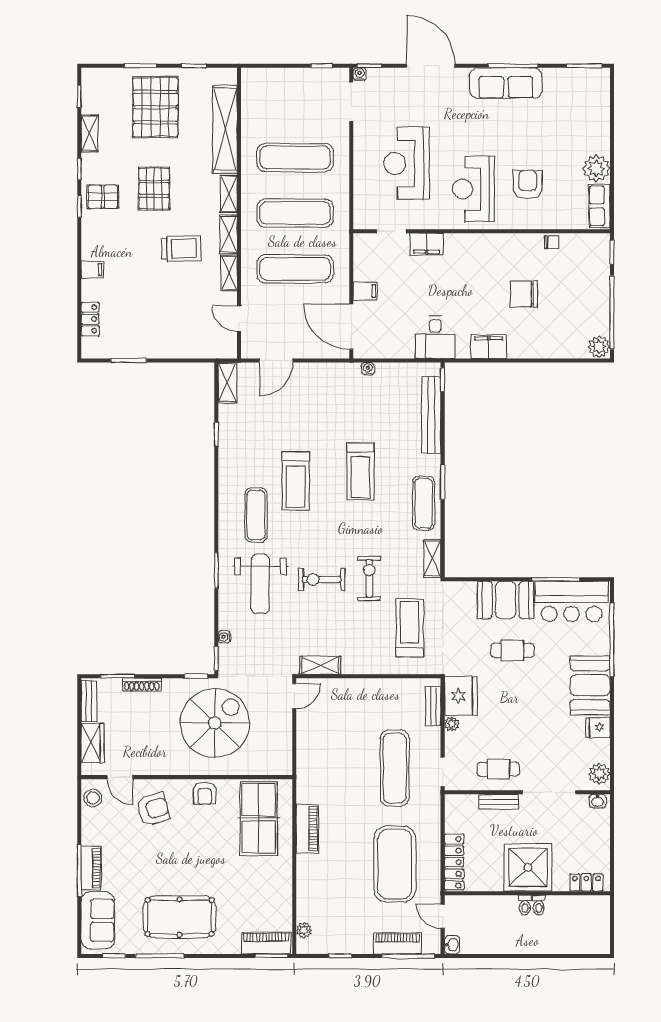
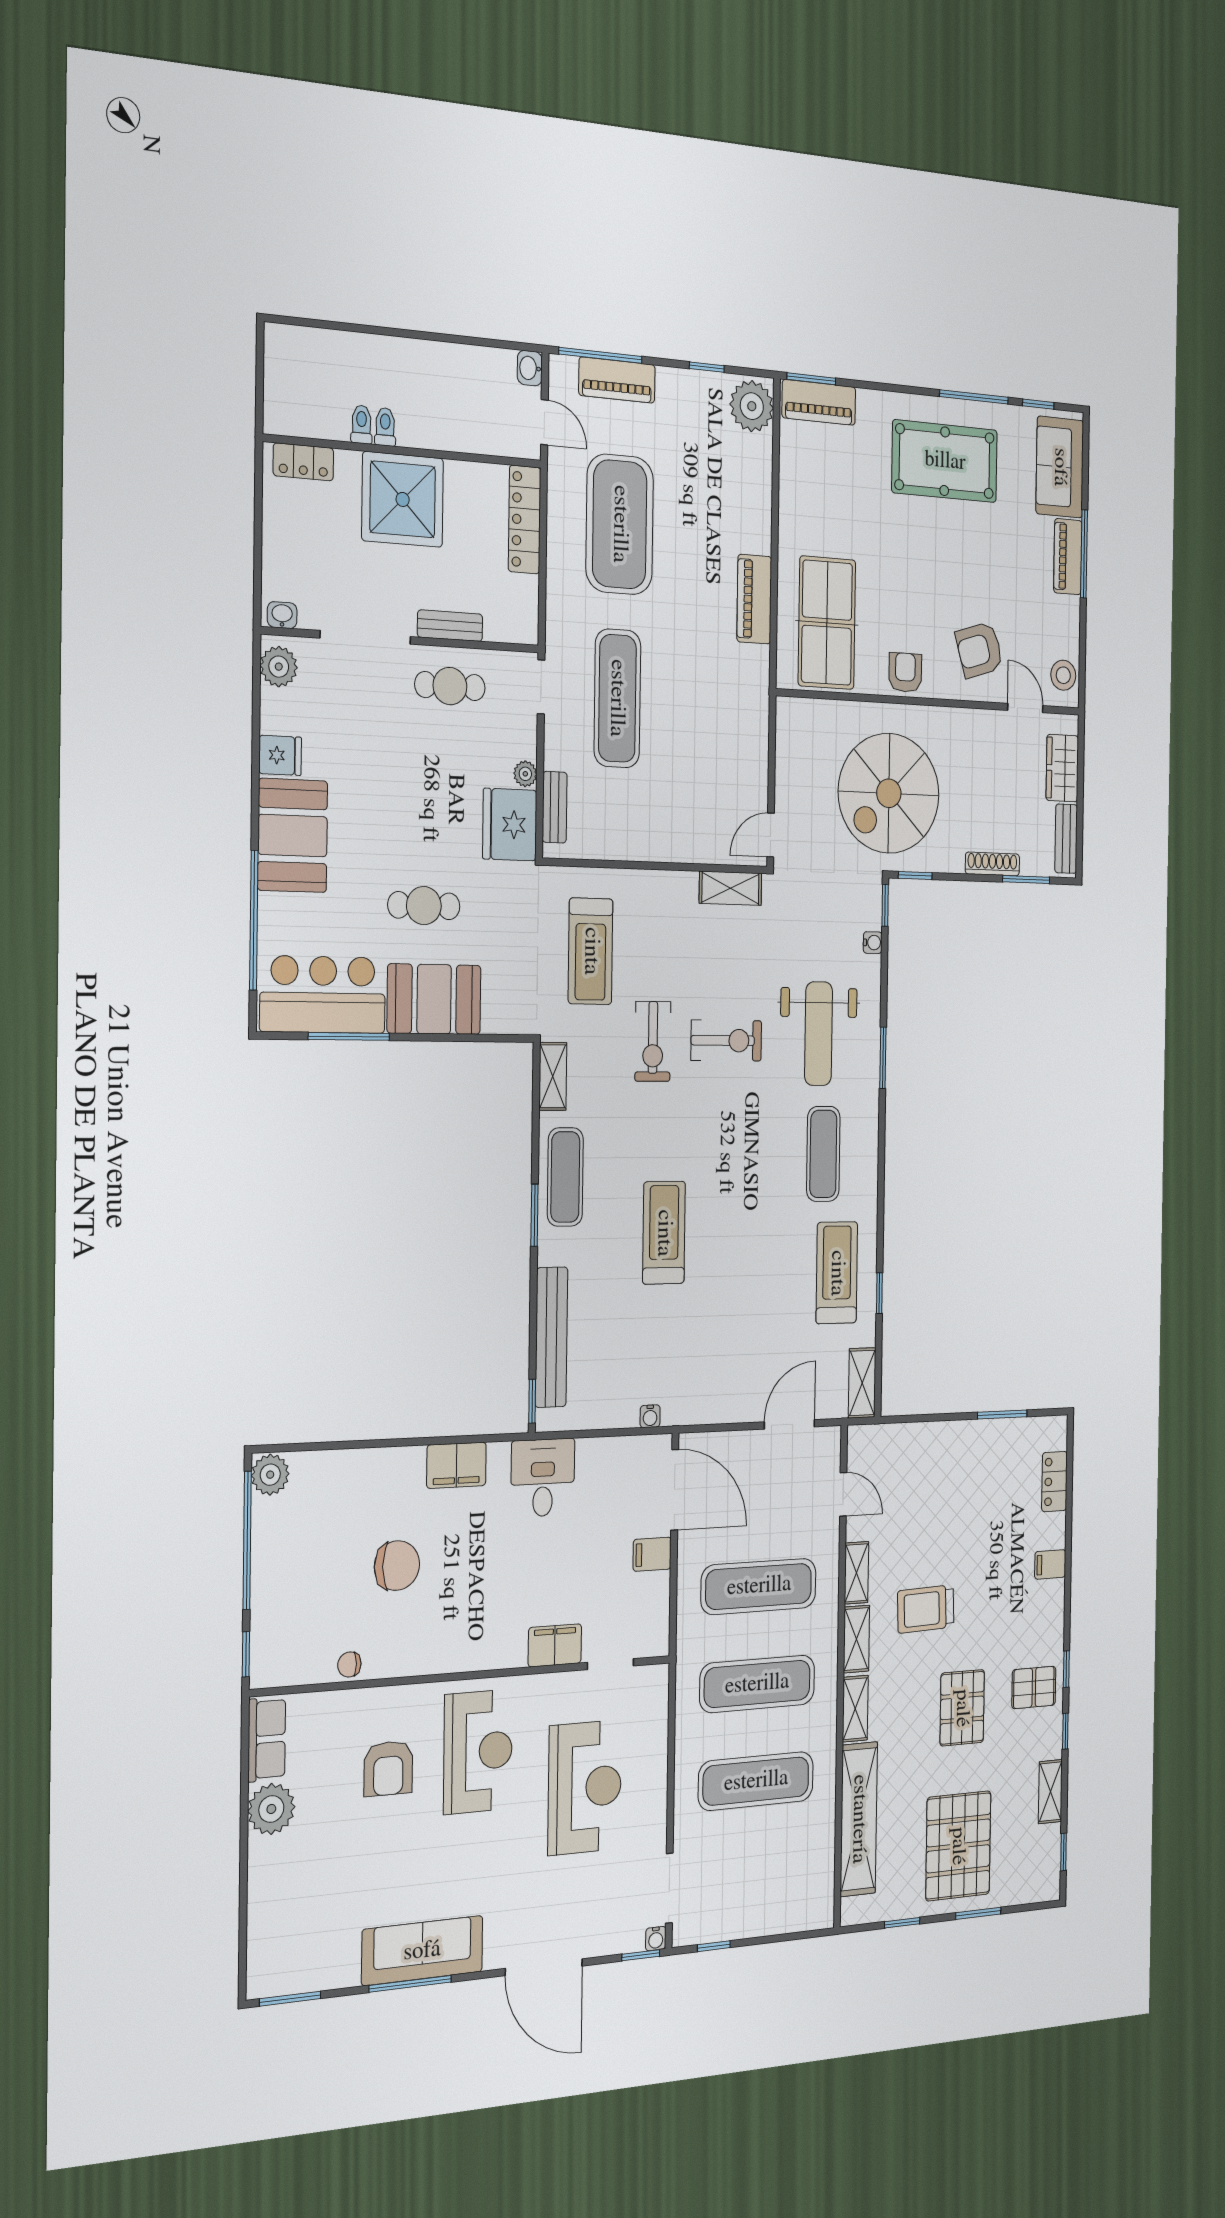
treadmill: (296, 481) -> (837, 1273), moved
weight bench: (260, 584) -> (819, 1034), turned 180
toilet: (525, 905) -> (362, 424), moved
plant: (304, 930) -> (752, 406), width x1.87, depth x1.87

